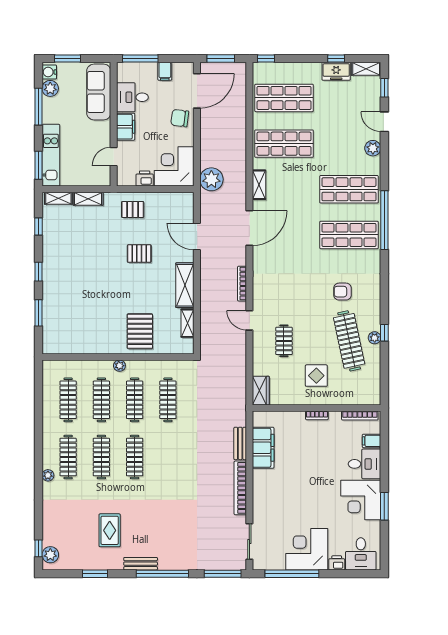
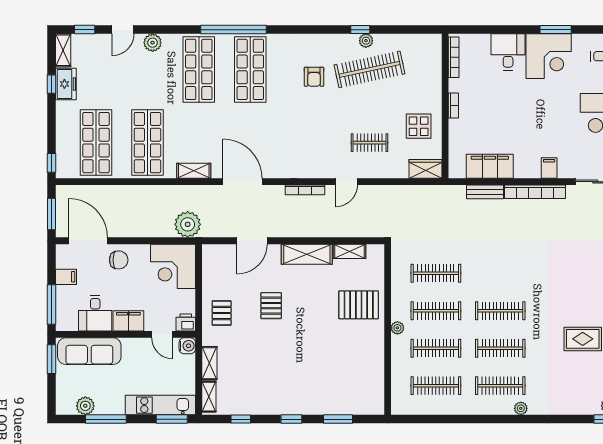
window: (67, 58) -> (52, 359), moved
water cooler: (49, 72) -> (187, 346), moved, turned -90
chair: (180, 118) -> (119, 260), turned -97
printer: (145, 178) -> (186, 322), moved, turned 90
display table: (316, 376) -> (419, 126), moved
filing cabinet: (372, 441) -> (549, 168), moved, turned 180

